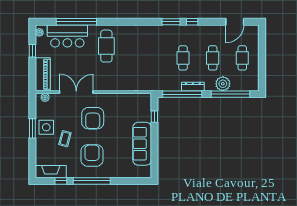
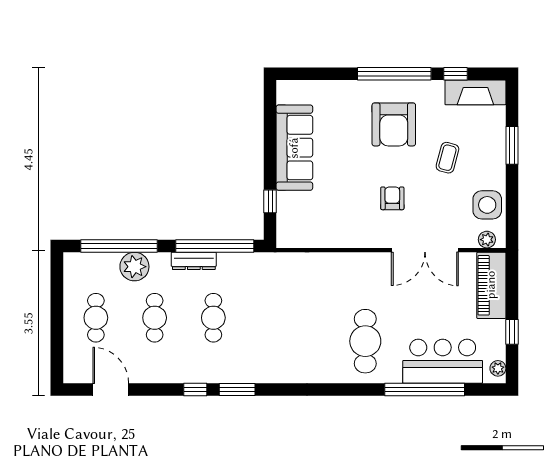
door: (235, 22) -> (111, 389), hinge flipped
armchair: (93, 118) -> (392, 198), width x0.53, depth x0.53
side table: (46, 127) -> (487, 205), moved
window: (32, 128) -> (512, 145), moved

